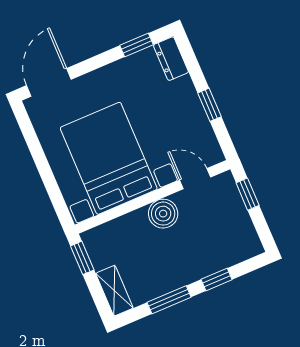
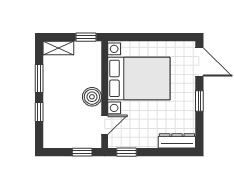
window: (137, 45) -> (199, 101), moved
dresser: (171, 59) -> (177, 141), width x1.44
window: (210, 105) -> (126, 152), moved

